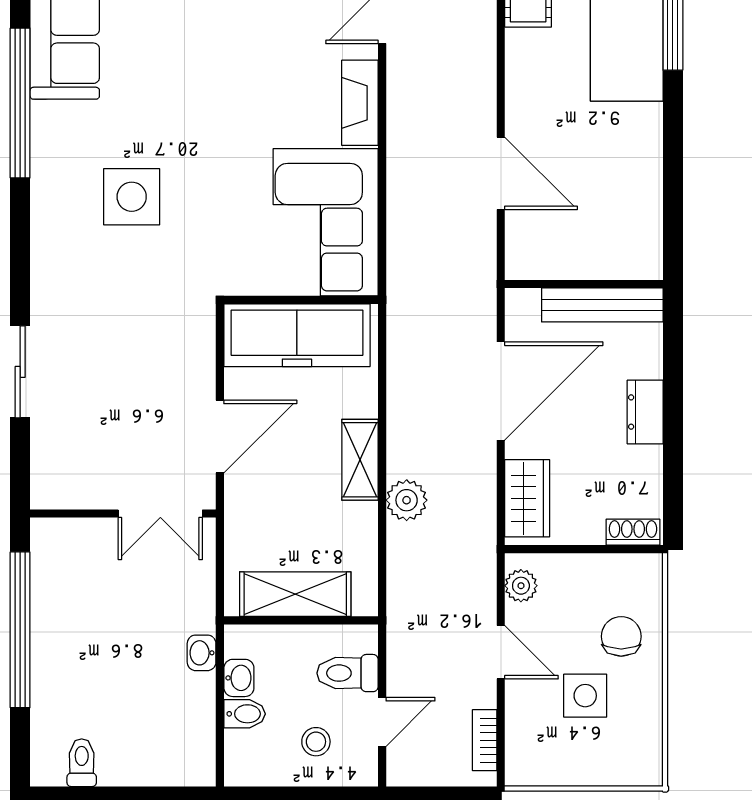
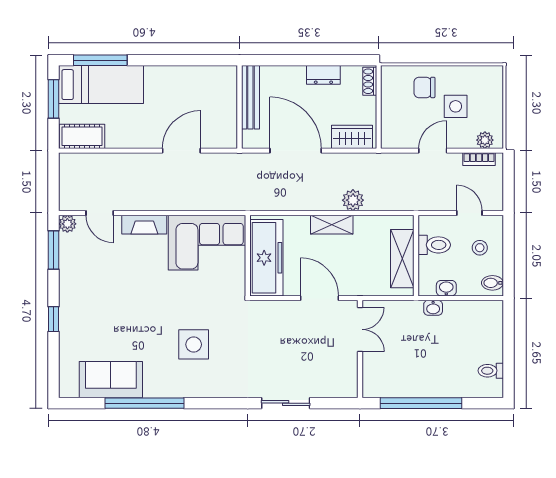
dresser: (645, 412) -> (323, 75), moved
plant: (521, 586) -> (485, 140), moved
toilet: (348, 673) -> (434, 245), moved, turned -90
bidet: (245, 714) -> (492, 283), moved, turned -90

